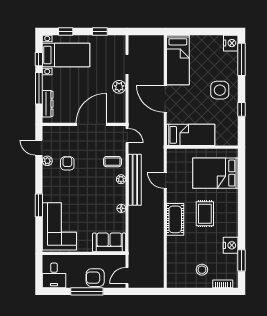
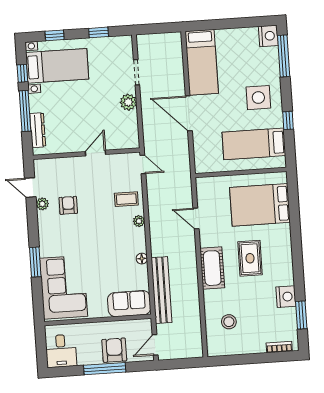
door: (91, 124) -> (96, 153), width x0.53
bed: (191, 135) -> (254, 144), moved, turned 180
bench: (135, 180) -> (161, 290), moved
stool: (202, 270) -> (229, 322), moved
armchair: (95, 278) -> (114, 350), turned 90

